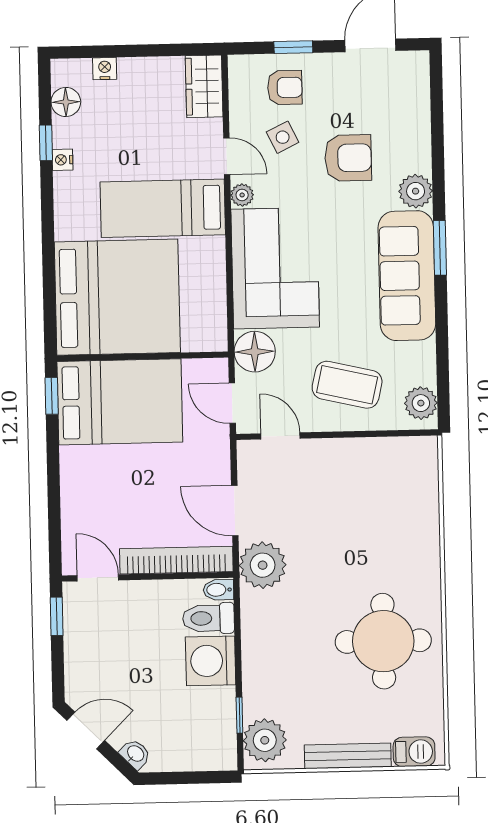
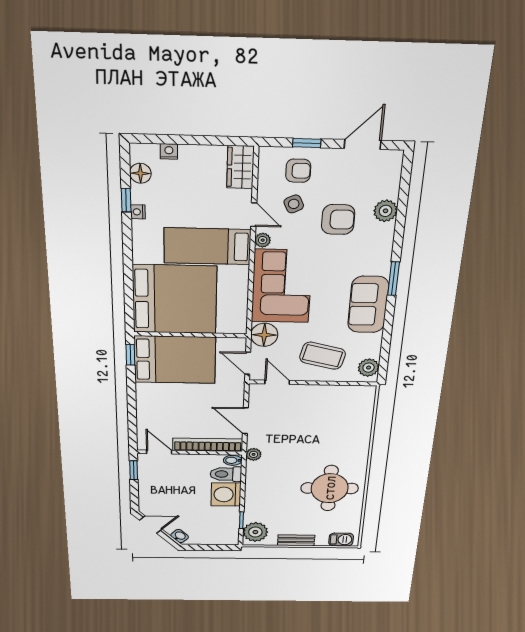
plant: (416, 191) -> (386, 211), moved
sofa: (407, 276) -> (368, 305), width x0.73
plant: (263, 565) -> (254, 454), width x0.53, depth x0.53
bench: (348, 756) -> (296, 540), width x0.73

